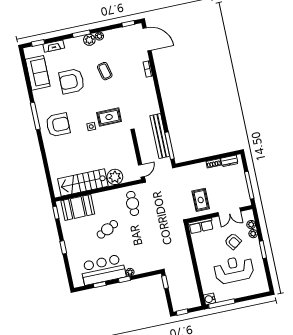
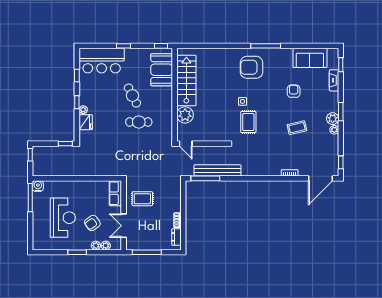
armchair: (72, 81) -> (294, 91), width x0.53, depth x0.53
armchair: (58, 125) -> (252, 67), turned 90
cafe table: (133, 203) -> (139, 122), moved
fridge: (141, 267) -> (86, 122), added
bar counter: (103, 270) -> (102, 61), moved, turned 90

